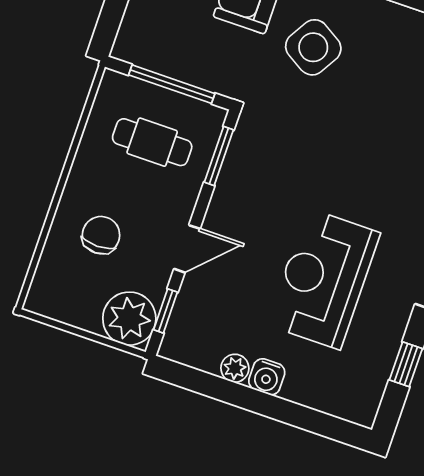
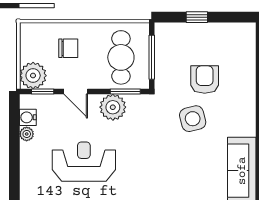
side table: (313, 47) -> (193, 119), turned 45
cafe table: (152, 142) -> (121, 57), width x1.37, depth x1.35
plant: (240, 190) -> (113, 107), added
water cooler: (267, 377) -> (28, 117), moved

